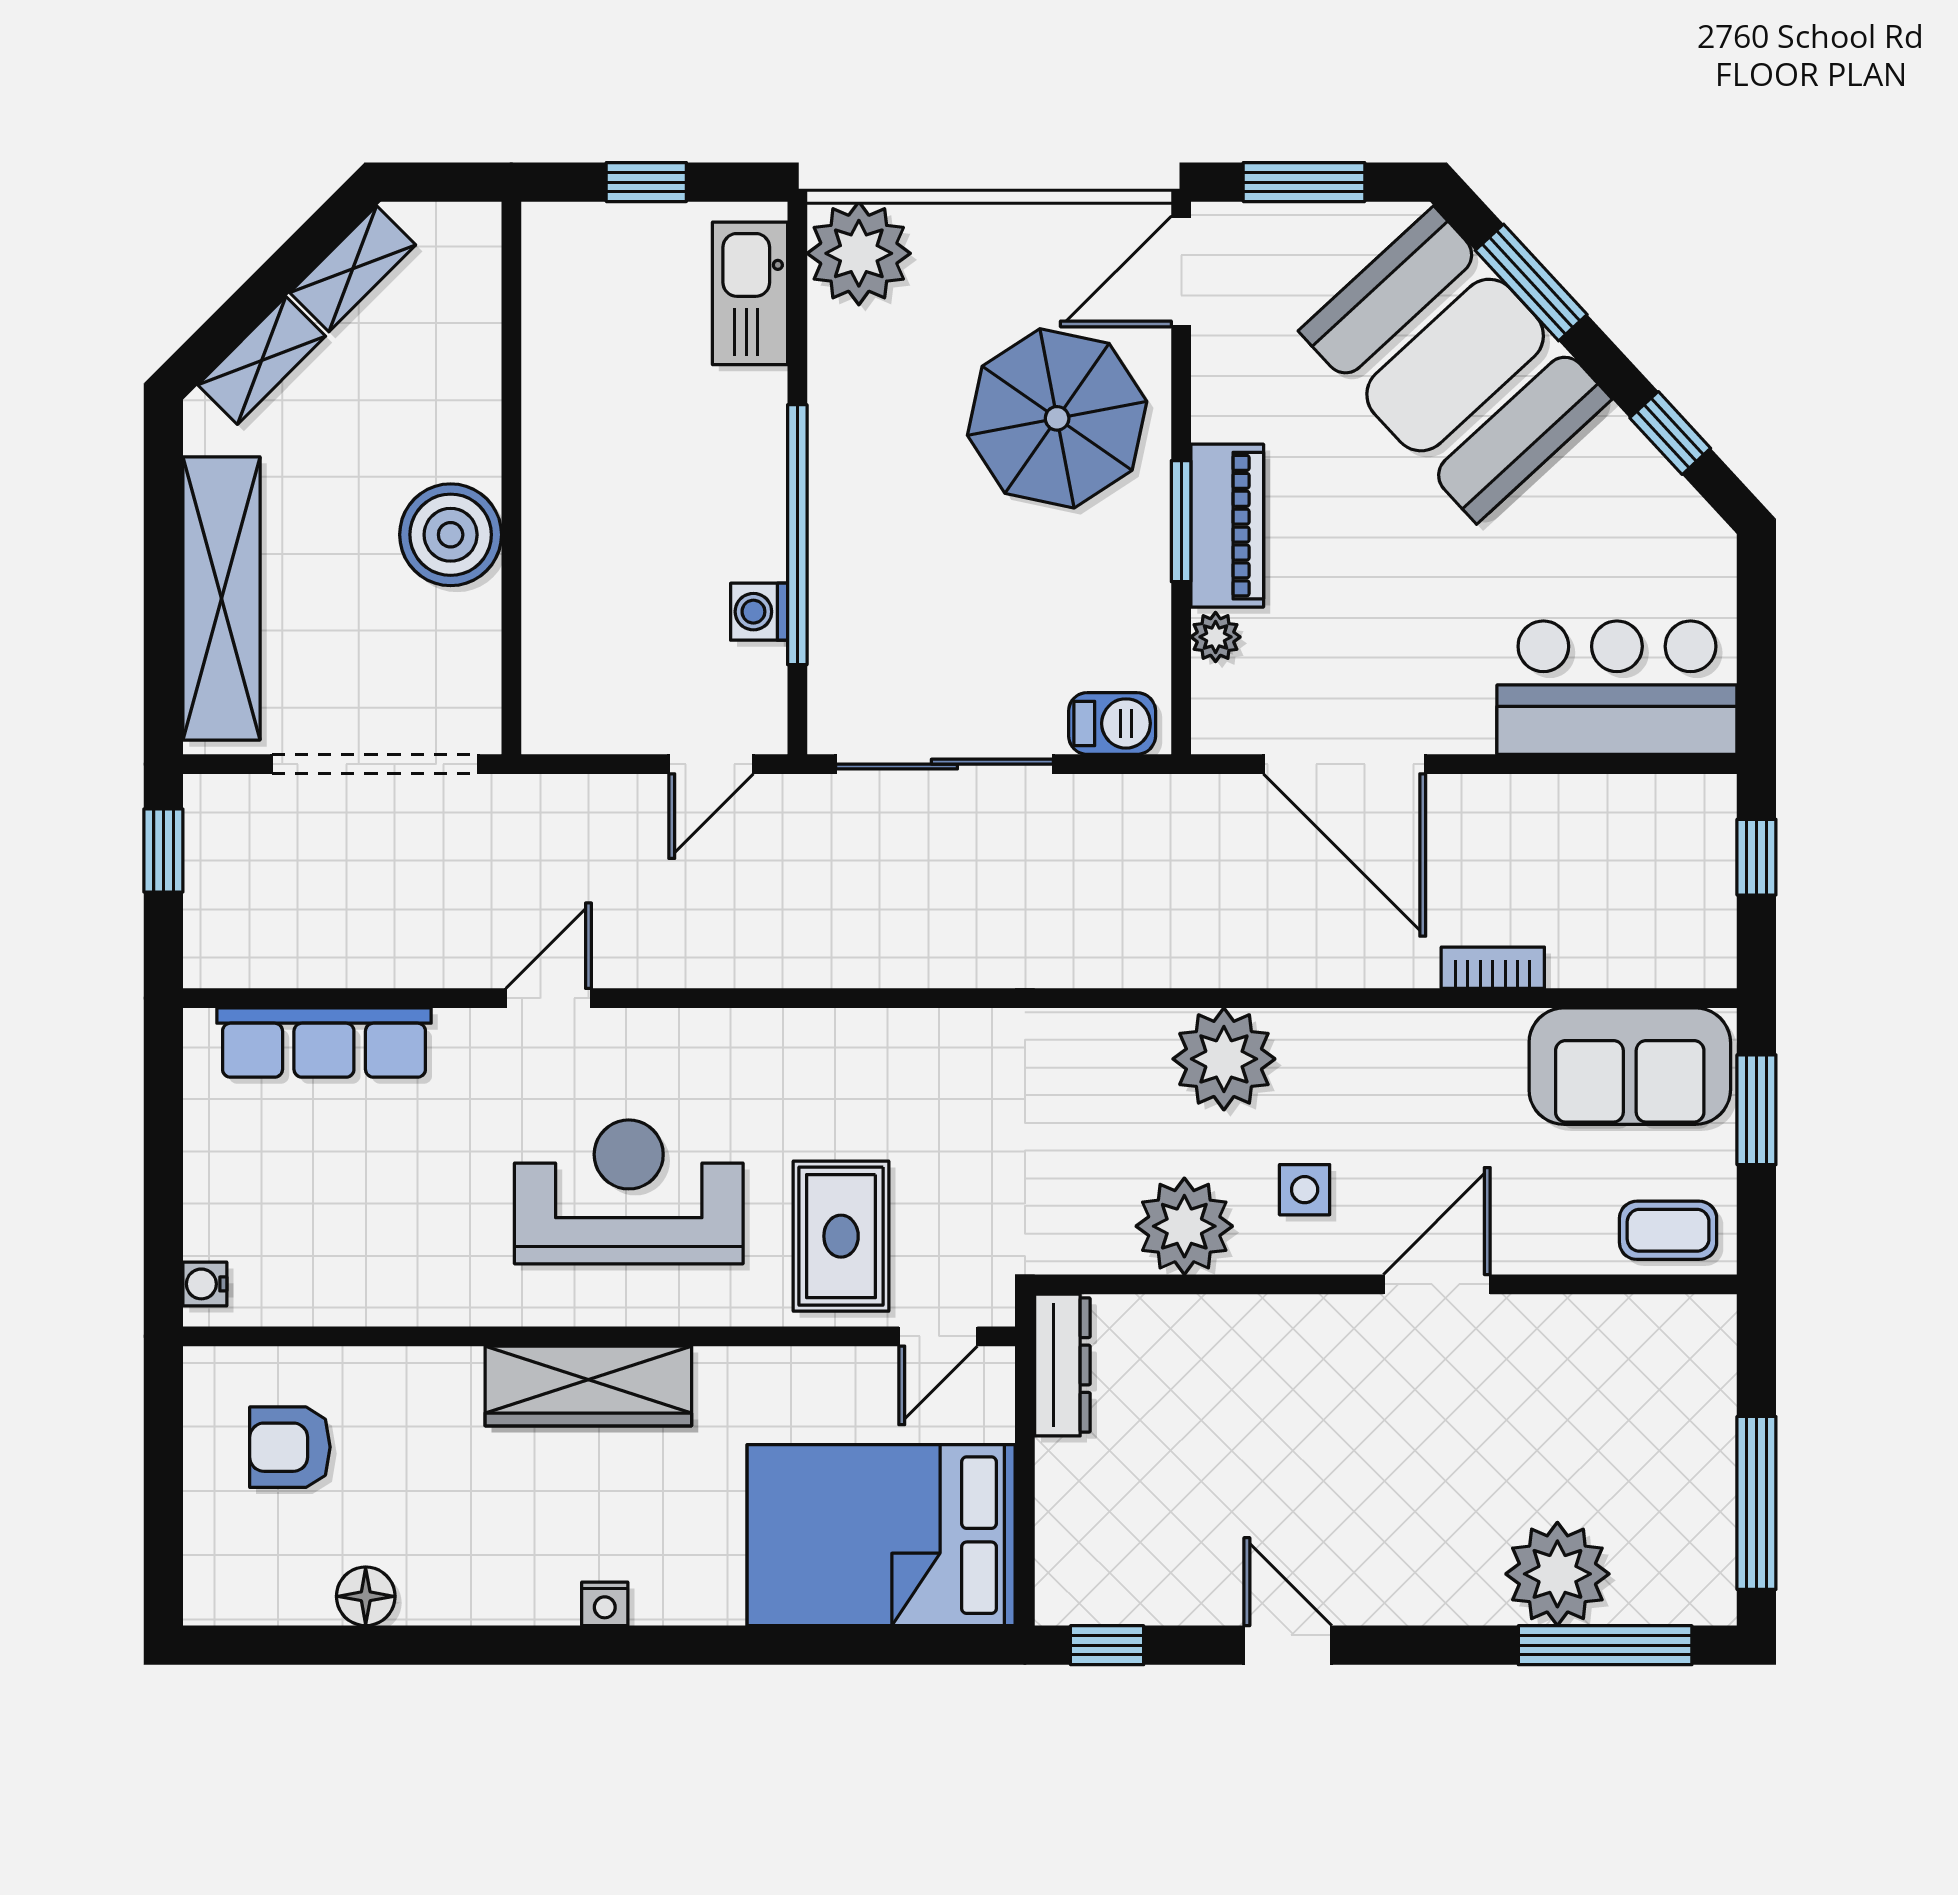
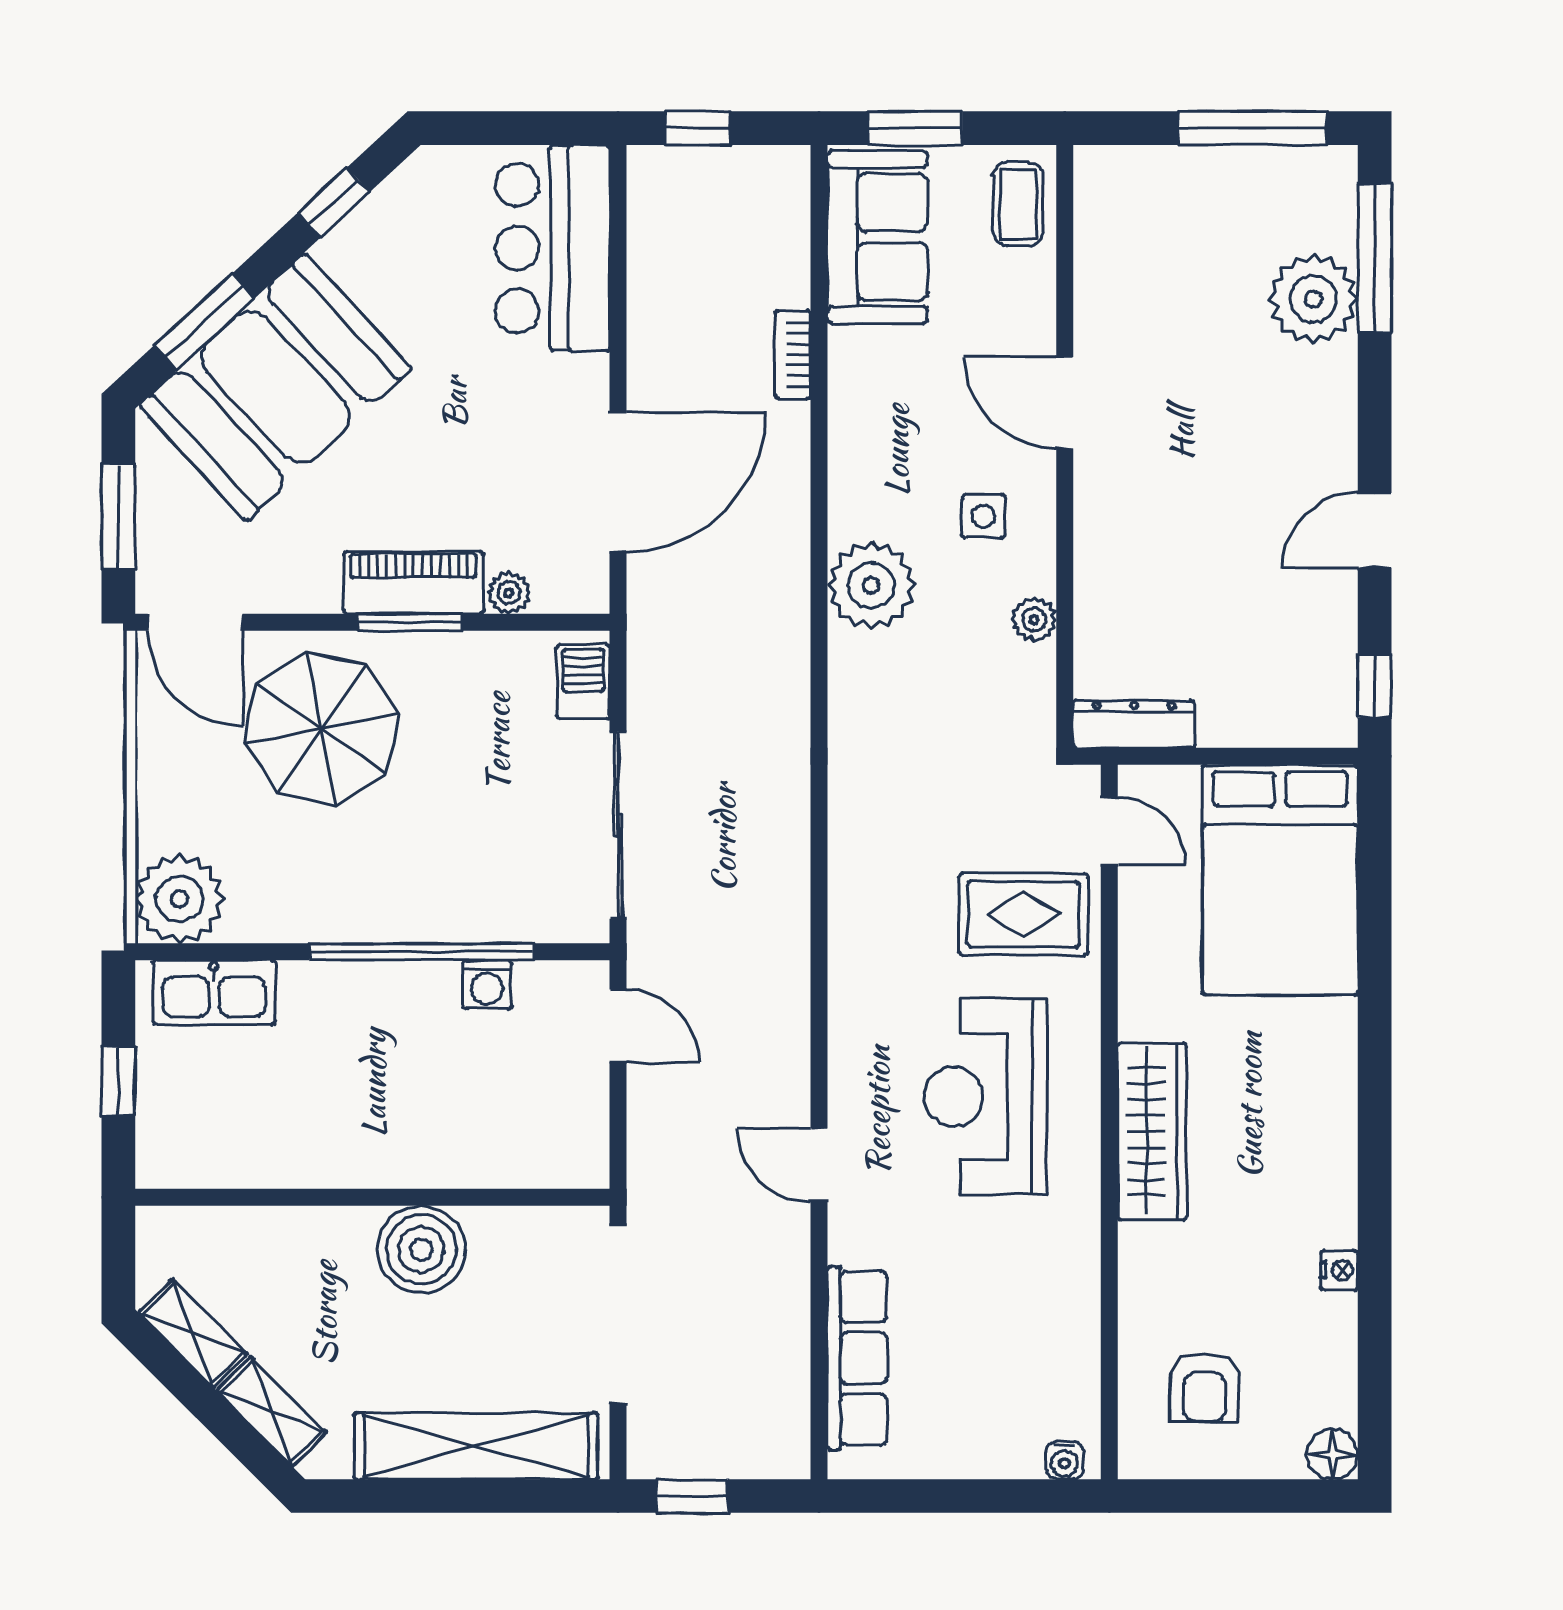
plant: (1184, 1226) -> (1034, 619), width x0.53, depth x0.53
floor lamp: (366, 1596) -> (1333, 1454), moved
nightstand: (605, 1604) -> (1339, 1270), moved

